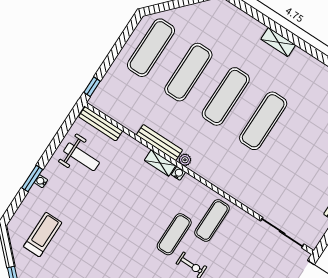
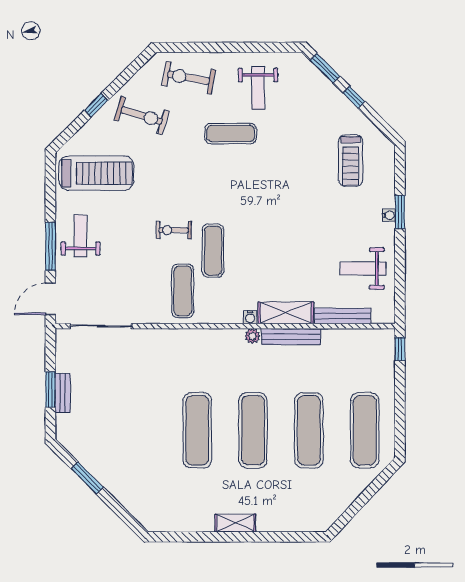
bench: (101, 124) -> (343, 316), moved
shelving: (160, 163) -> (286, 313), width x1.50, depth x1.33

